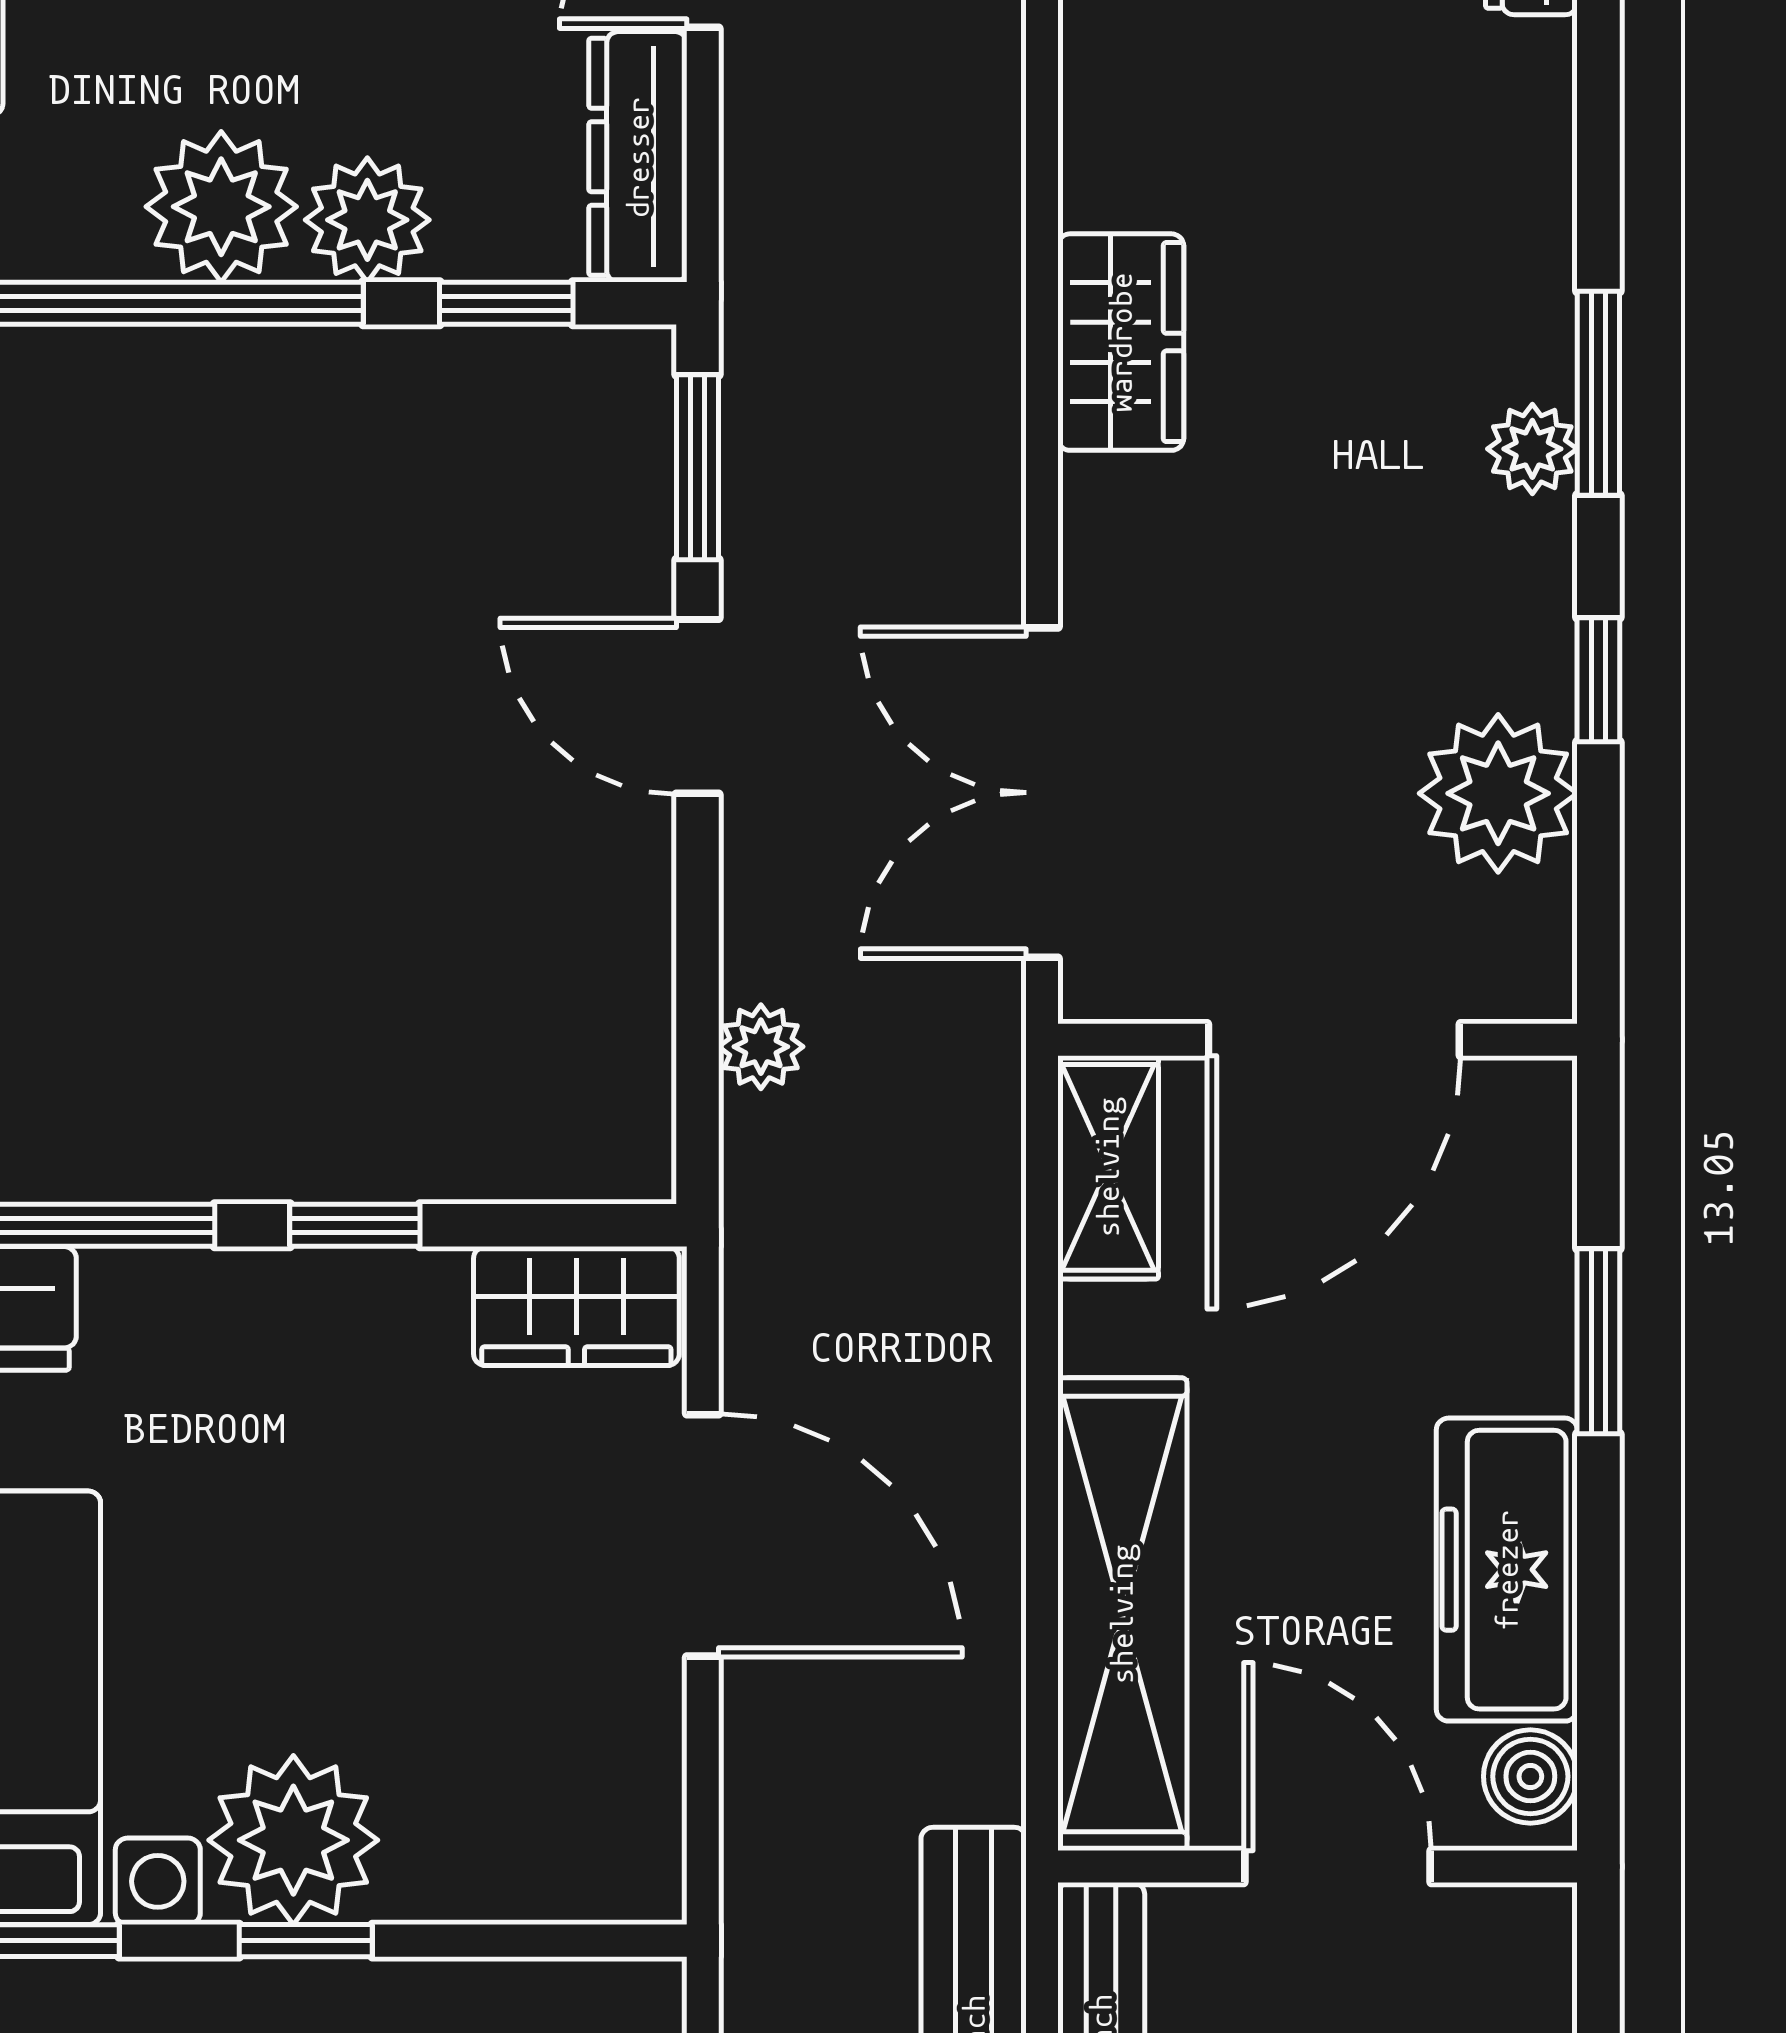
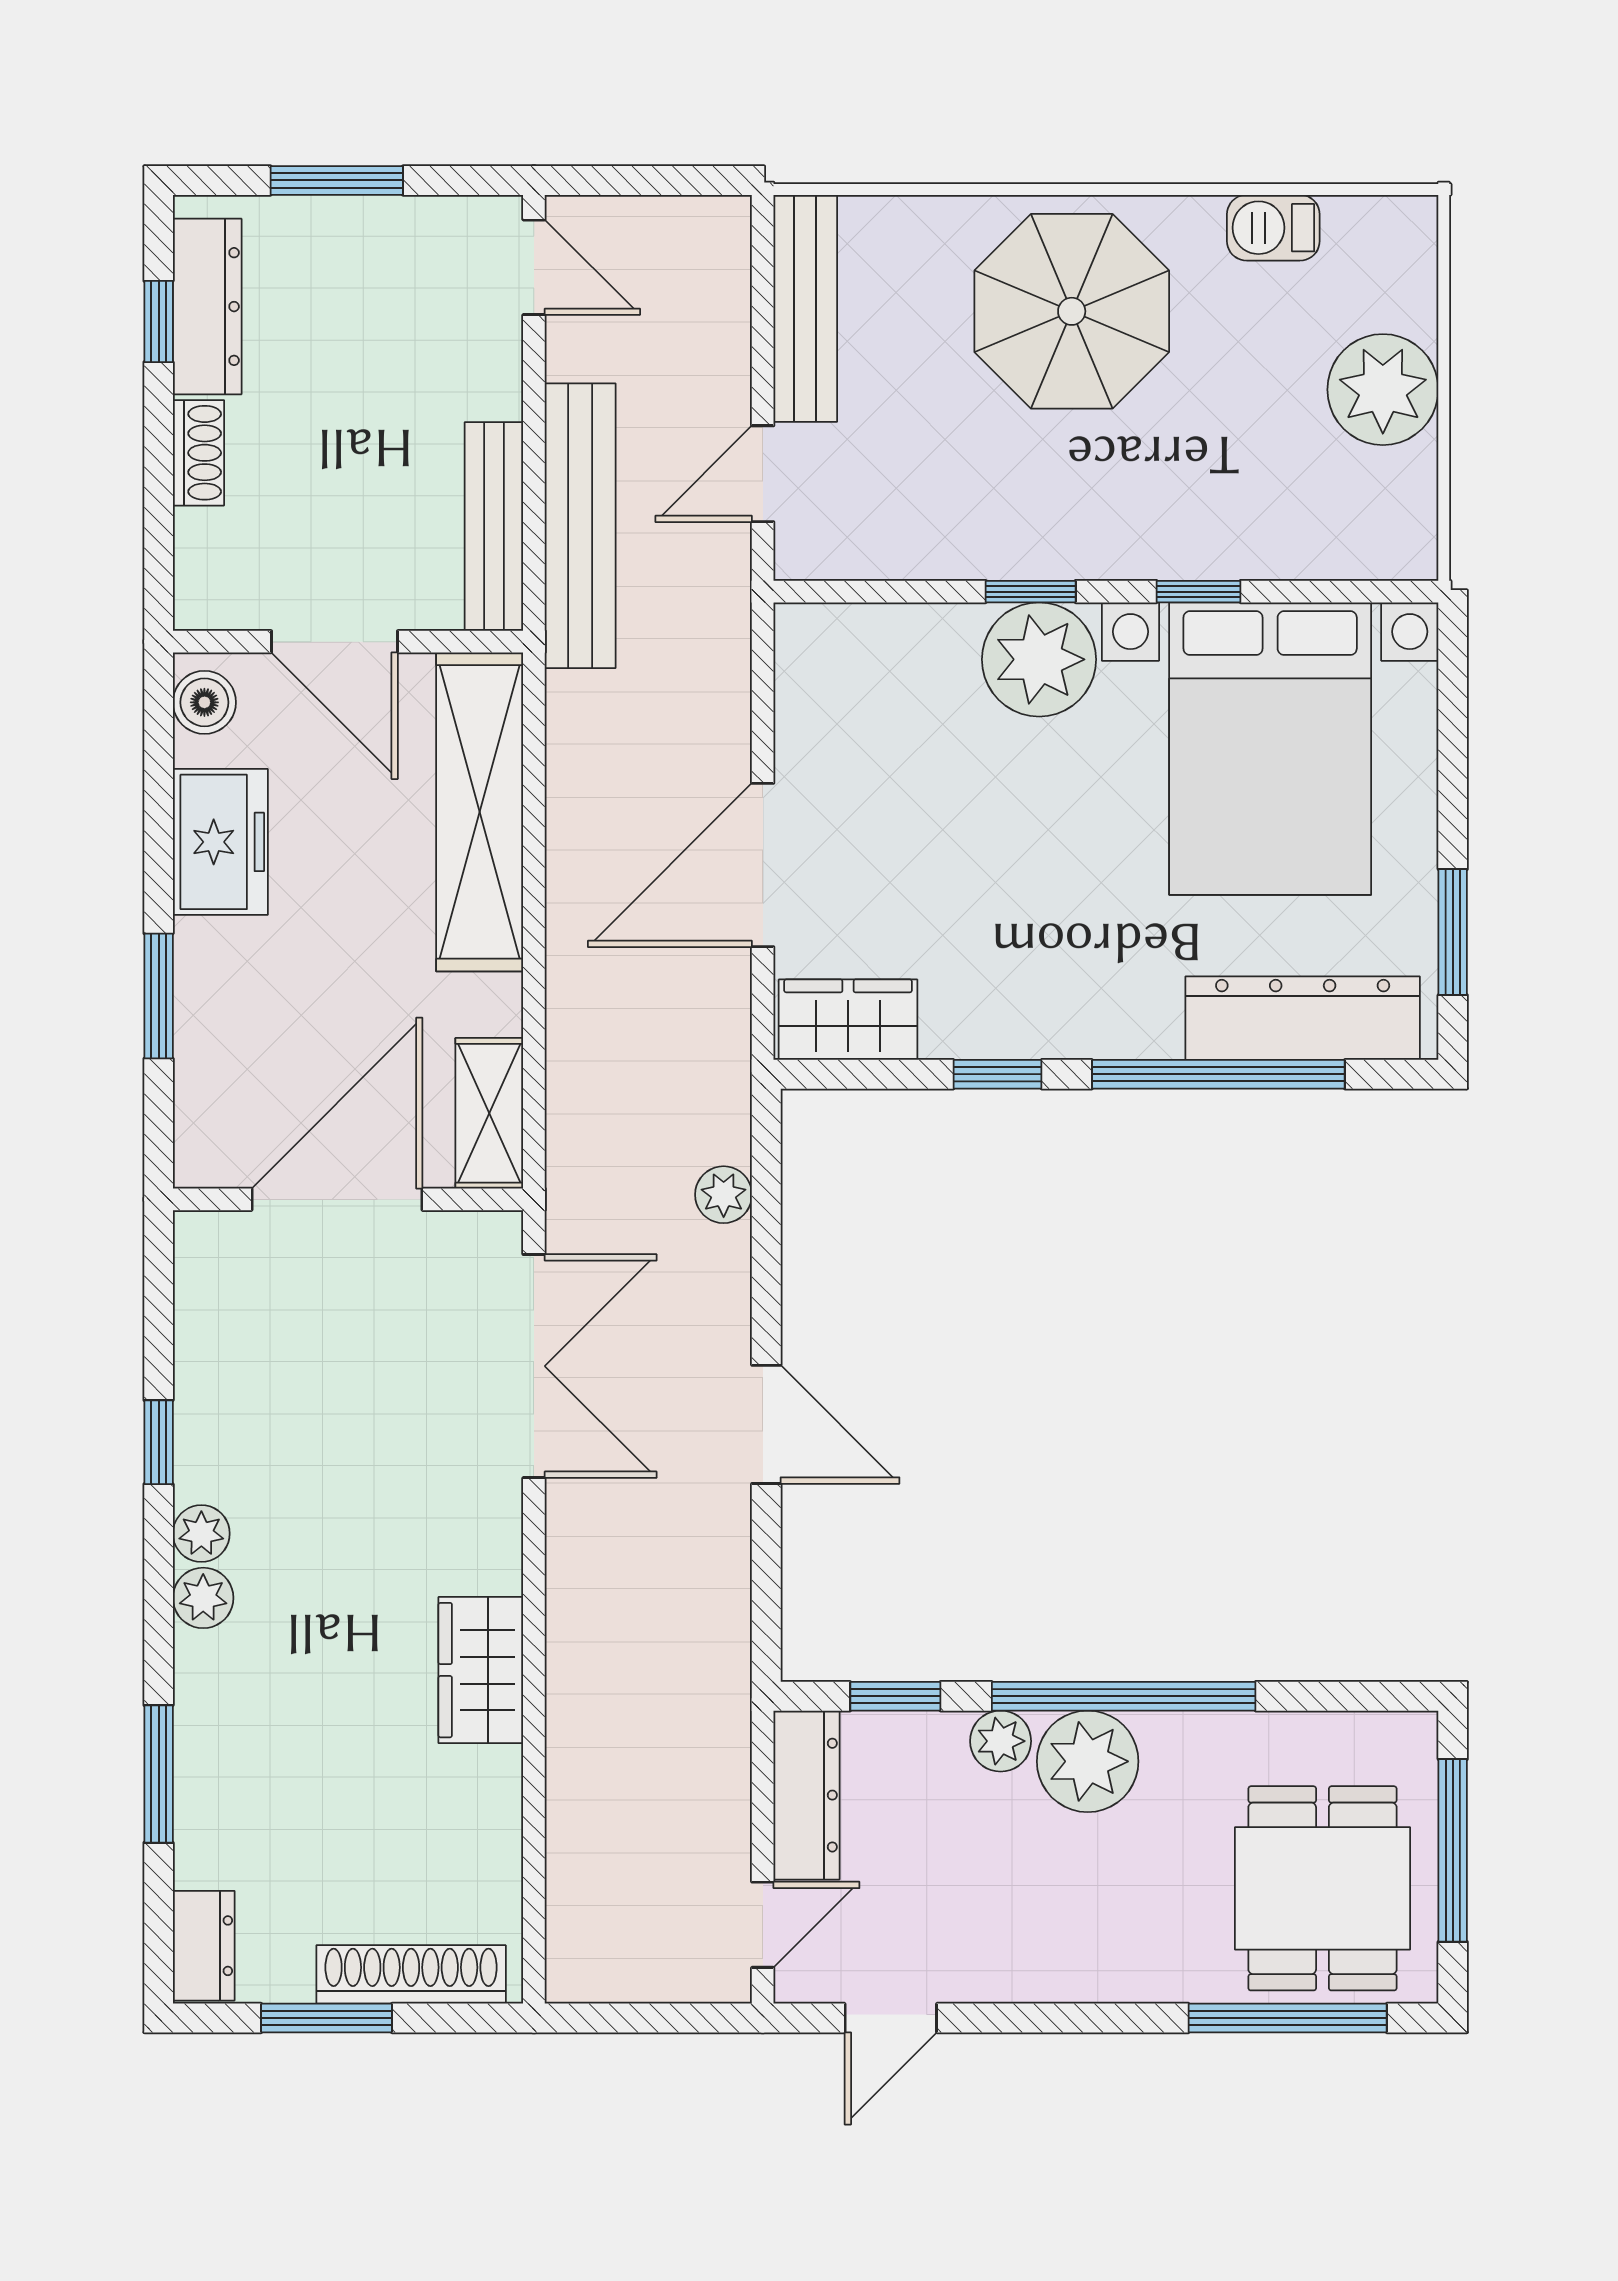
plant: (367, 220) -> (1001, 1741), width x0.73, depth x0.73
window: (1598, 393) -> (159, 1774), moved
window: (698, 467) -> (766, 1586), removed
plant: (1498, 793) -> (201, 1534), moved, width x0.53, depth x0.53
door: (703, 1535) -> (763, 865), hinge flipped
freezer: (1507, 1570) -> (220, 842), width x0.71

